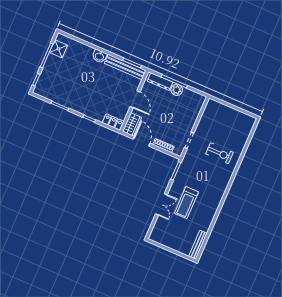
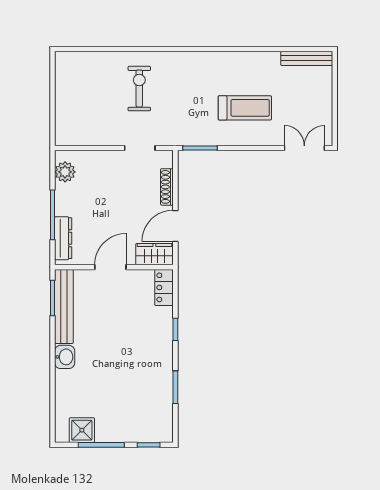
plant: (177, 90) -> (65, 172), moved
double door: (161, 204) -> (304, 148), moved

